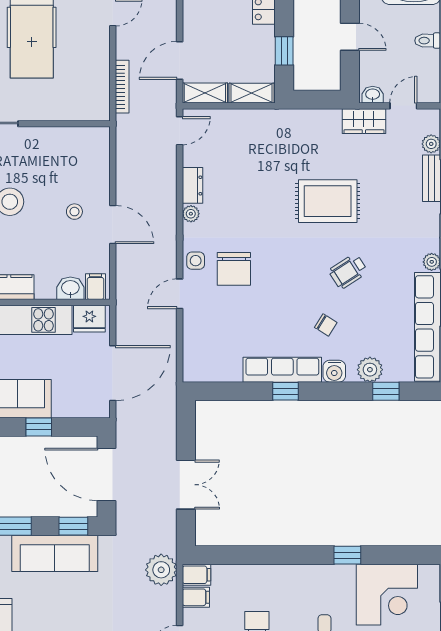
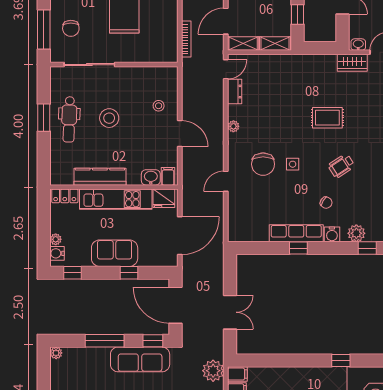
dresser: (192, 185) -> (235, 92), moved
rug: (328, 201) -> (327, 118), width x0.73, depth x0.70
stool: (74, 212) -> (159, 106), moved
side table: (196, 261) -> (293, 164), moved

